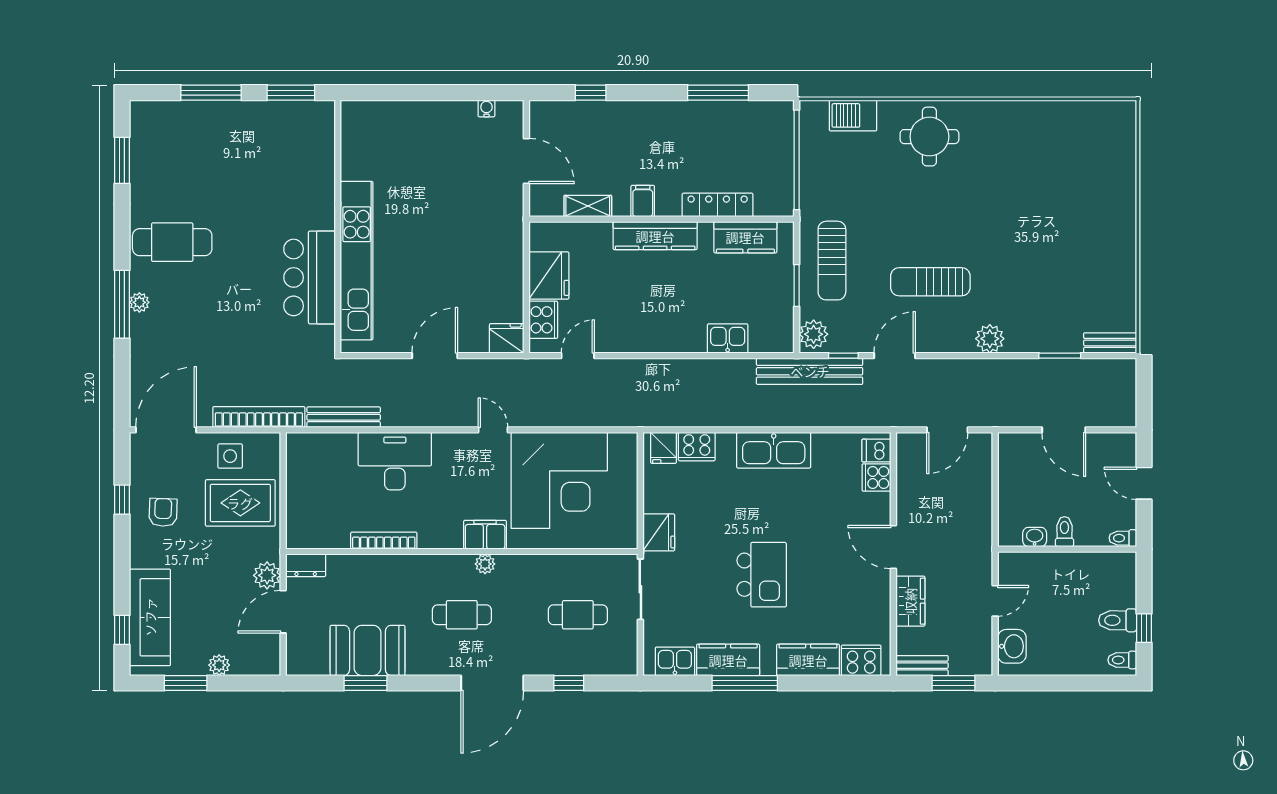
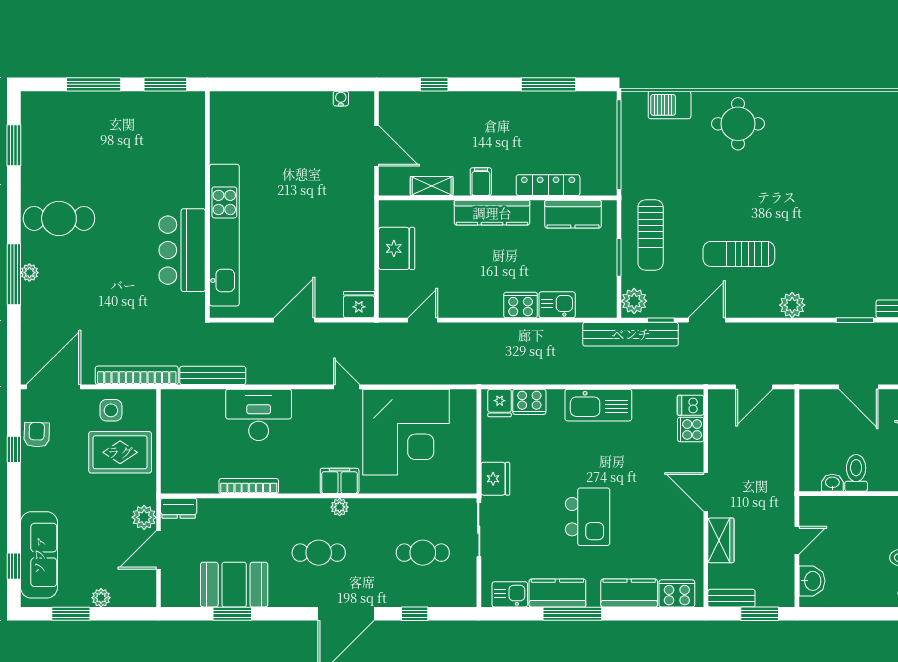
cooker: (543, 320) -> (521, 305), moved, turned -90
armchair: (163, 512) -> (37, 435), moved
toilet: (1064, 532) -> (856, 473), width x1.37, depth x1.39

